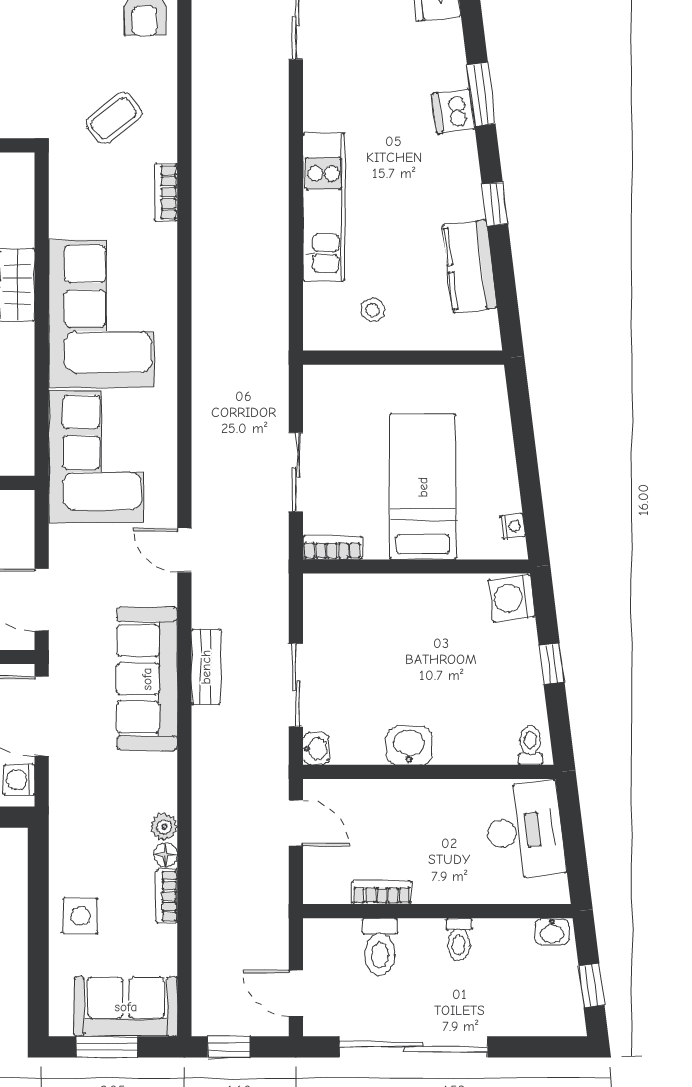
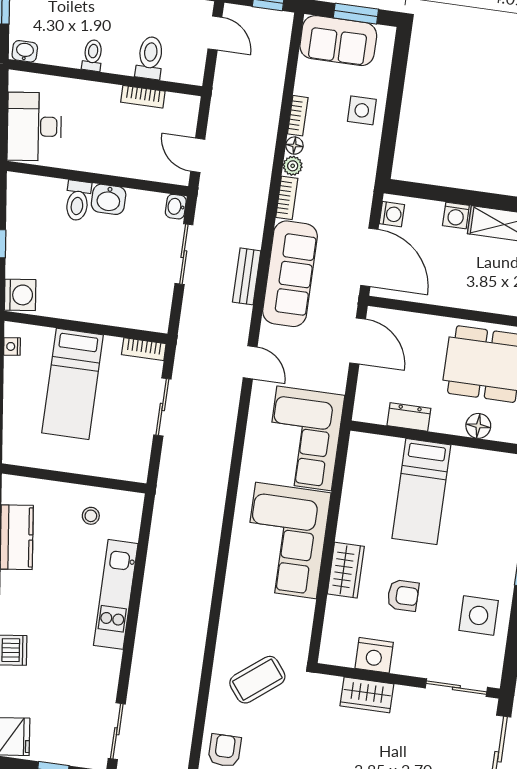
coffee table: (114, 118) -> (257, 680), width x1.36, depth x1.30
bookcase: (166, 192) -> (287, 198), moved
toilet: (530, 745) -> (78, 201), moved, width x1.37, depth x1.39

